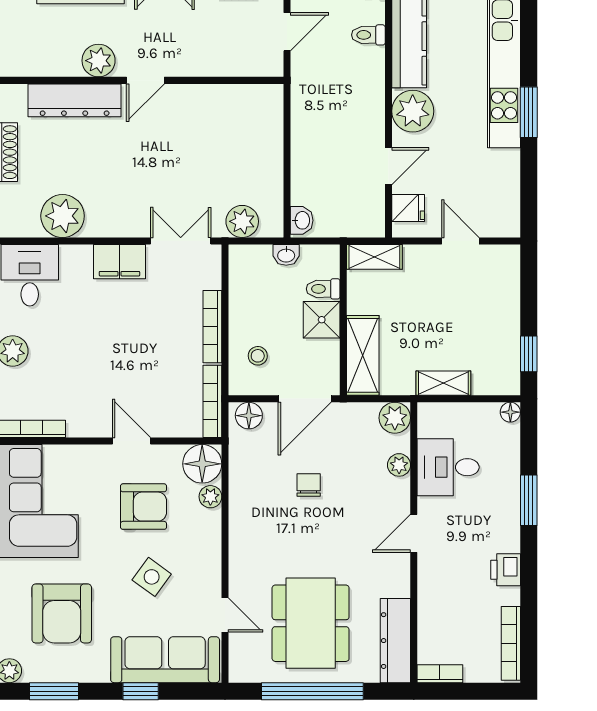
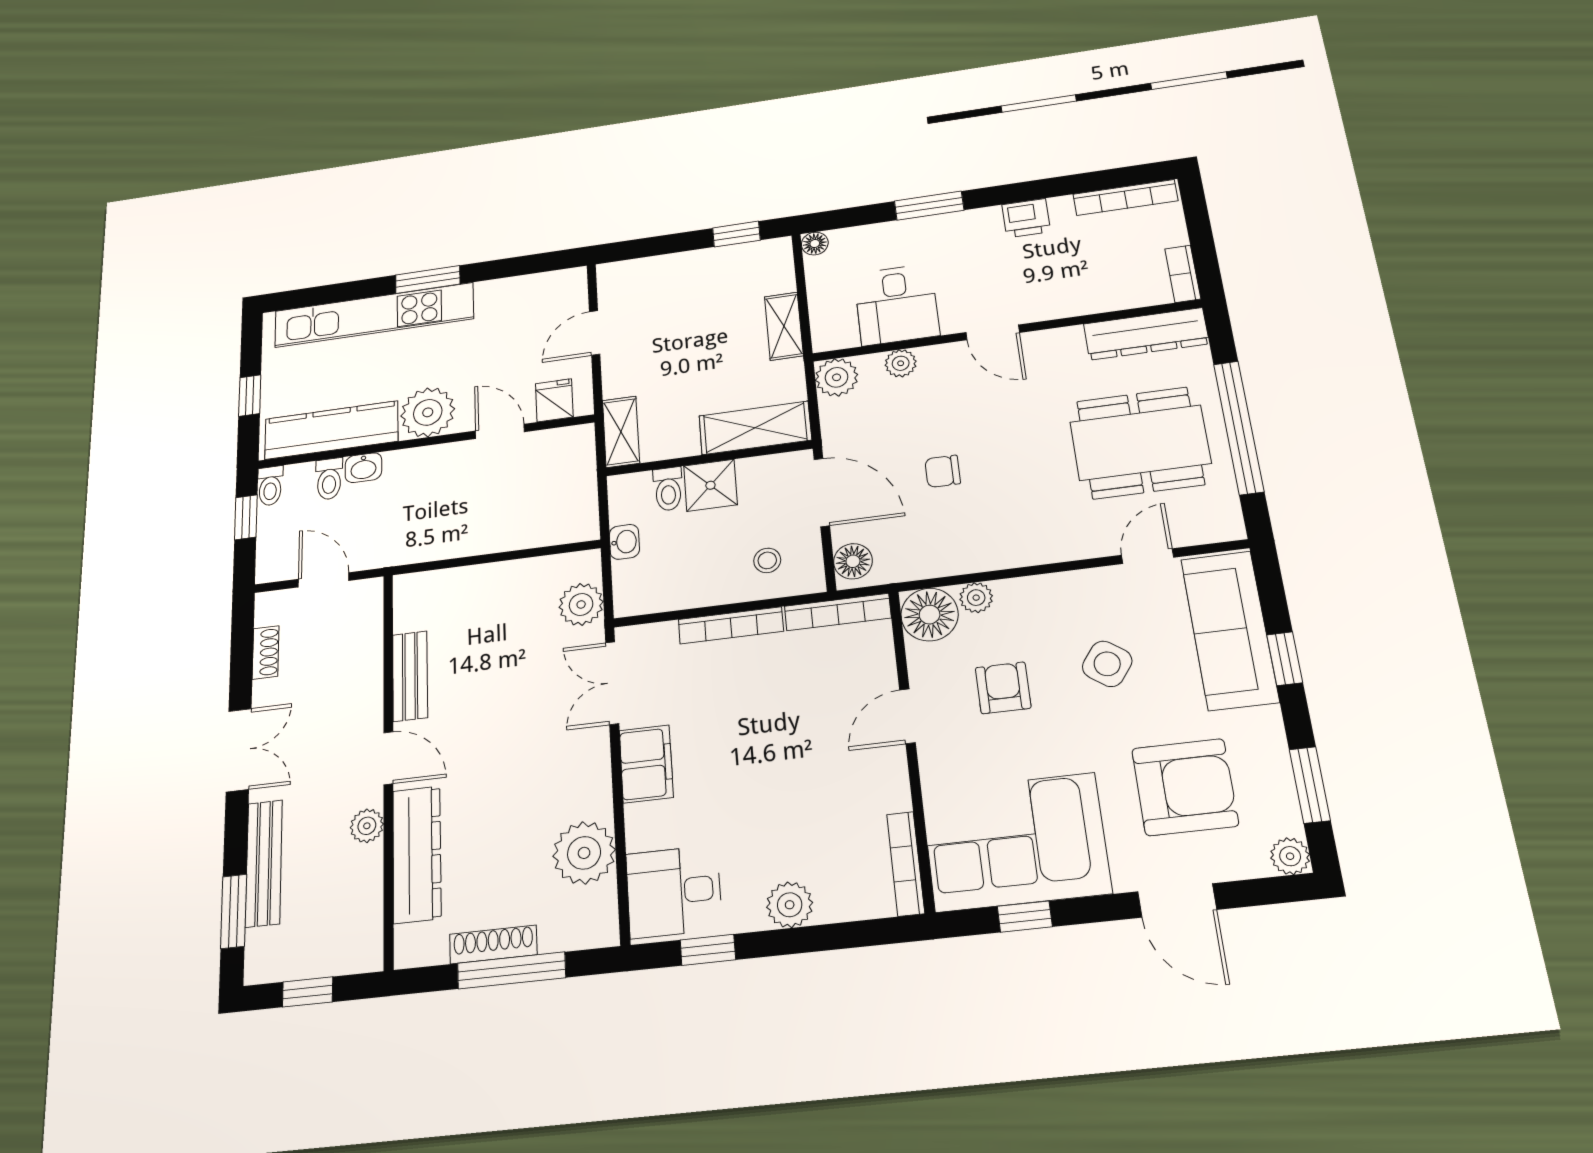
plant: (99, 61) -> (367, 826), width x0.73, depth x0.73
bench: (204, 96) -> (410, 676), added
washbasin: (302, 220) -> (363, 468), moved, turned 180
armchair: (144, 507) -> (1003, 688), width x0.72, depth x0.72

